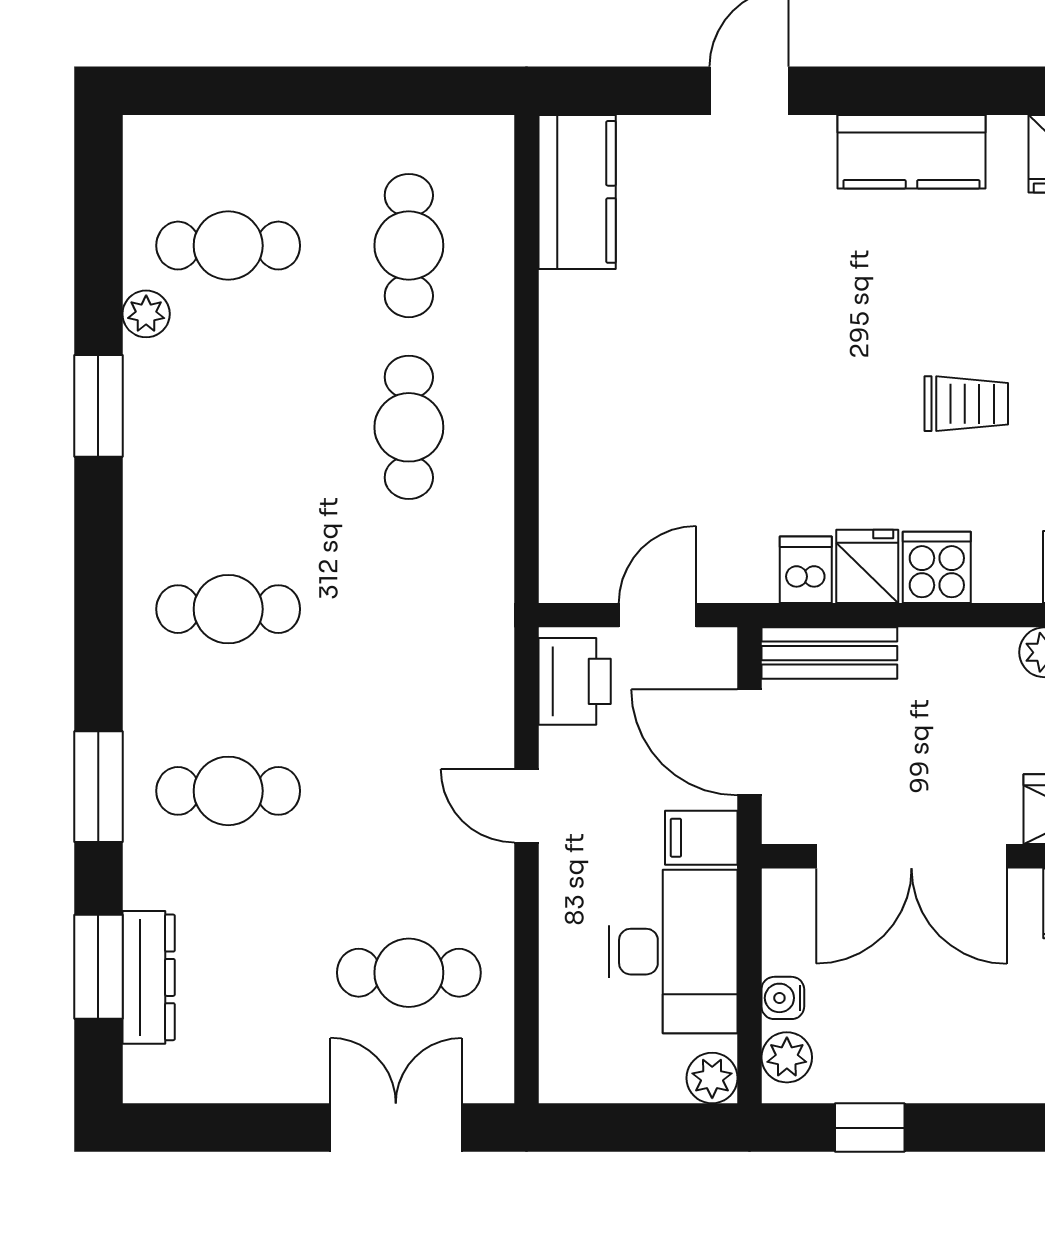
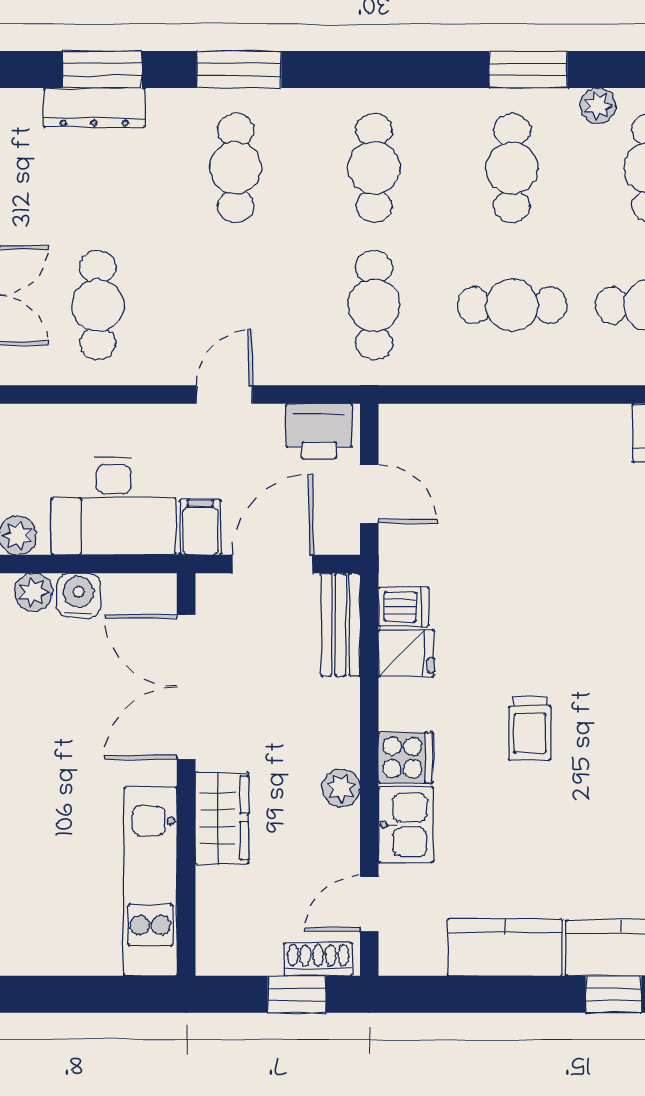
cafe table: (228, 427) -> (512, 168), added
cooker: (937, 567) -> (406, 757), moved
cafe table: (409, 609) -> (374, 305), added
water cooler: (783, 998) -> (79, 595), width x1.38, depth x1.38

